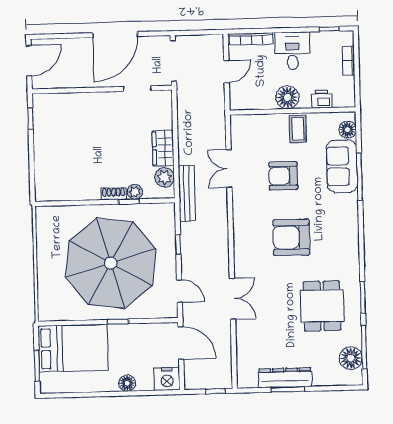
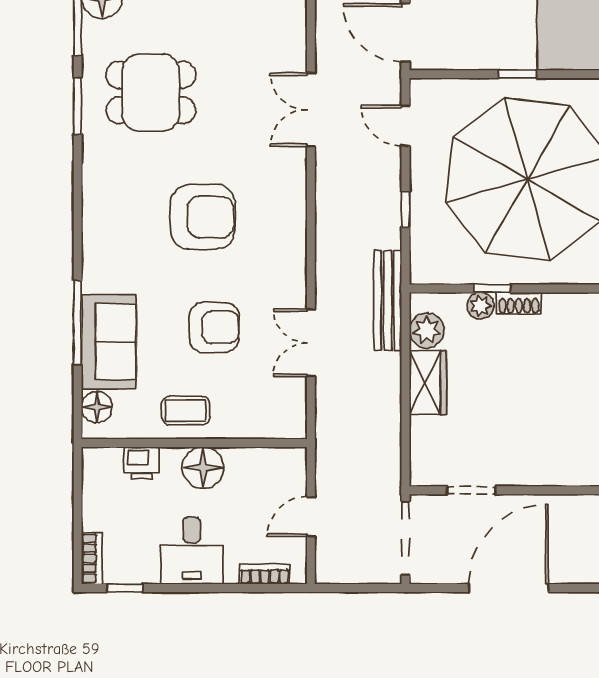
bookcase: (251, 39) -> (265, 574), width x0.64
bookcase: (349, 61) -> (92, 558), moved
coffee table: (298, 129) -> (186, 410), turned 90
double door: (229, 169) -> (311, 343), swing flipped
dining table: (322, 306) -> (151, 93), turned 90

